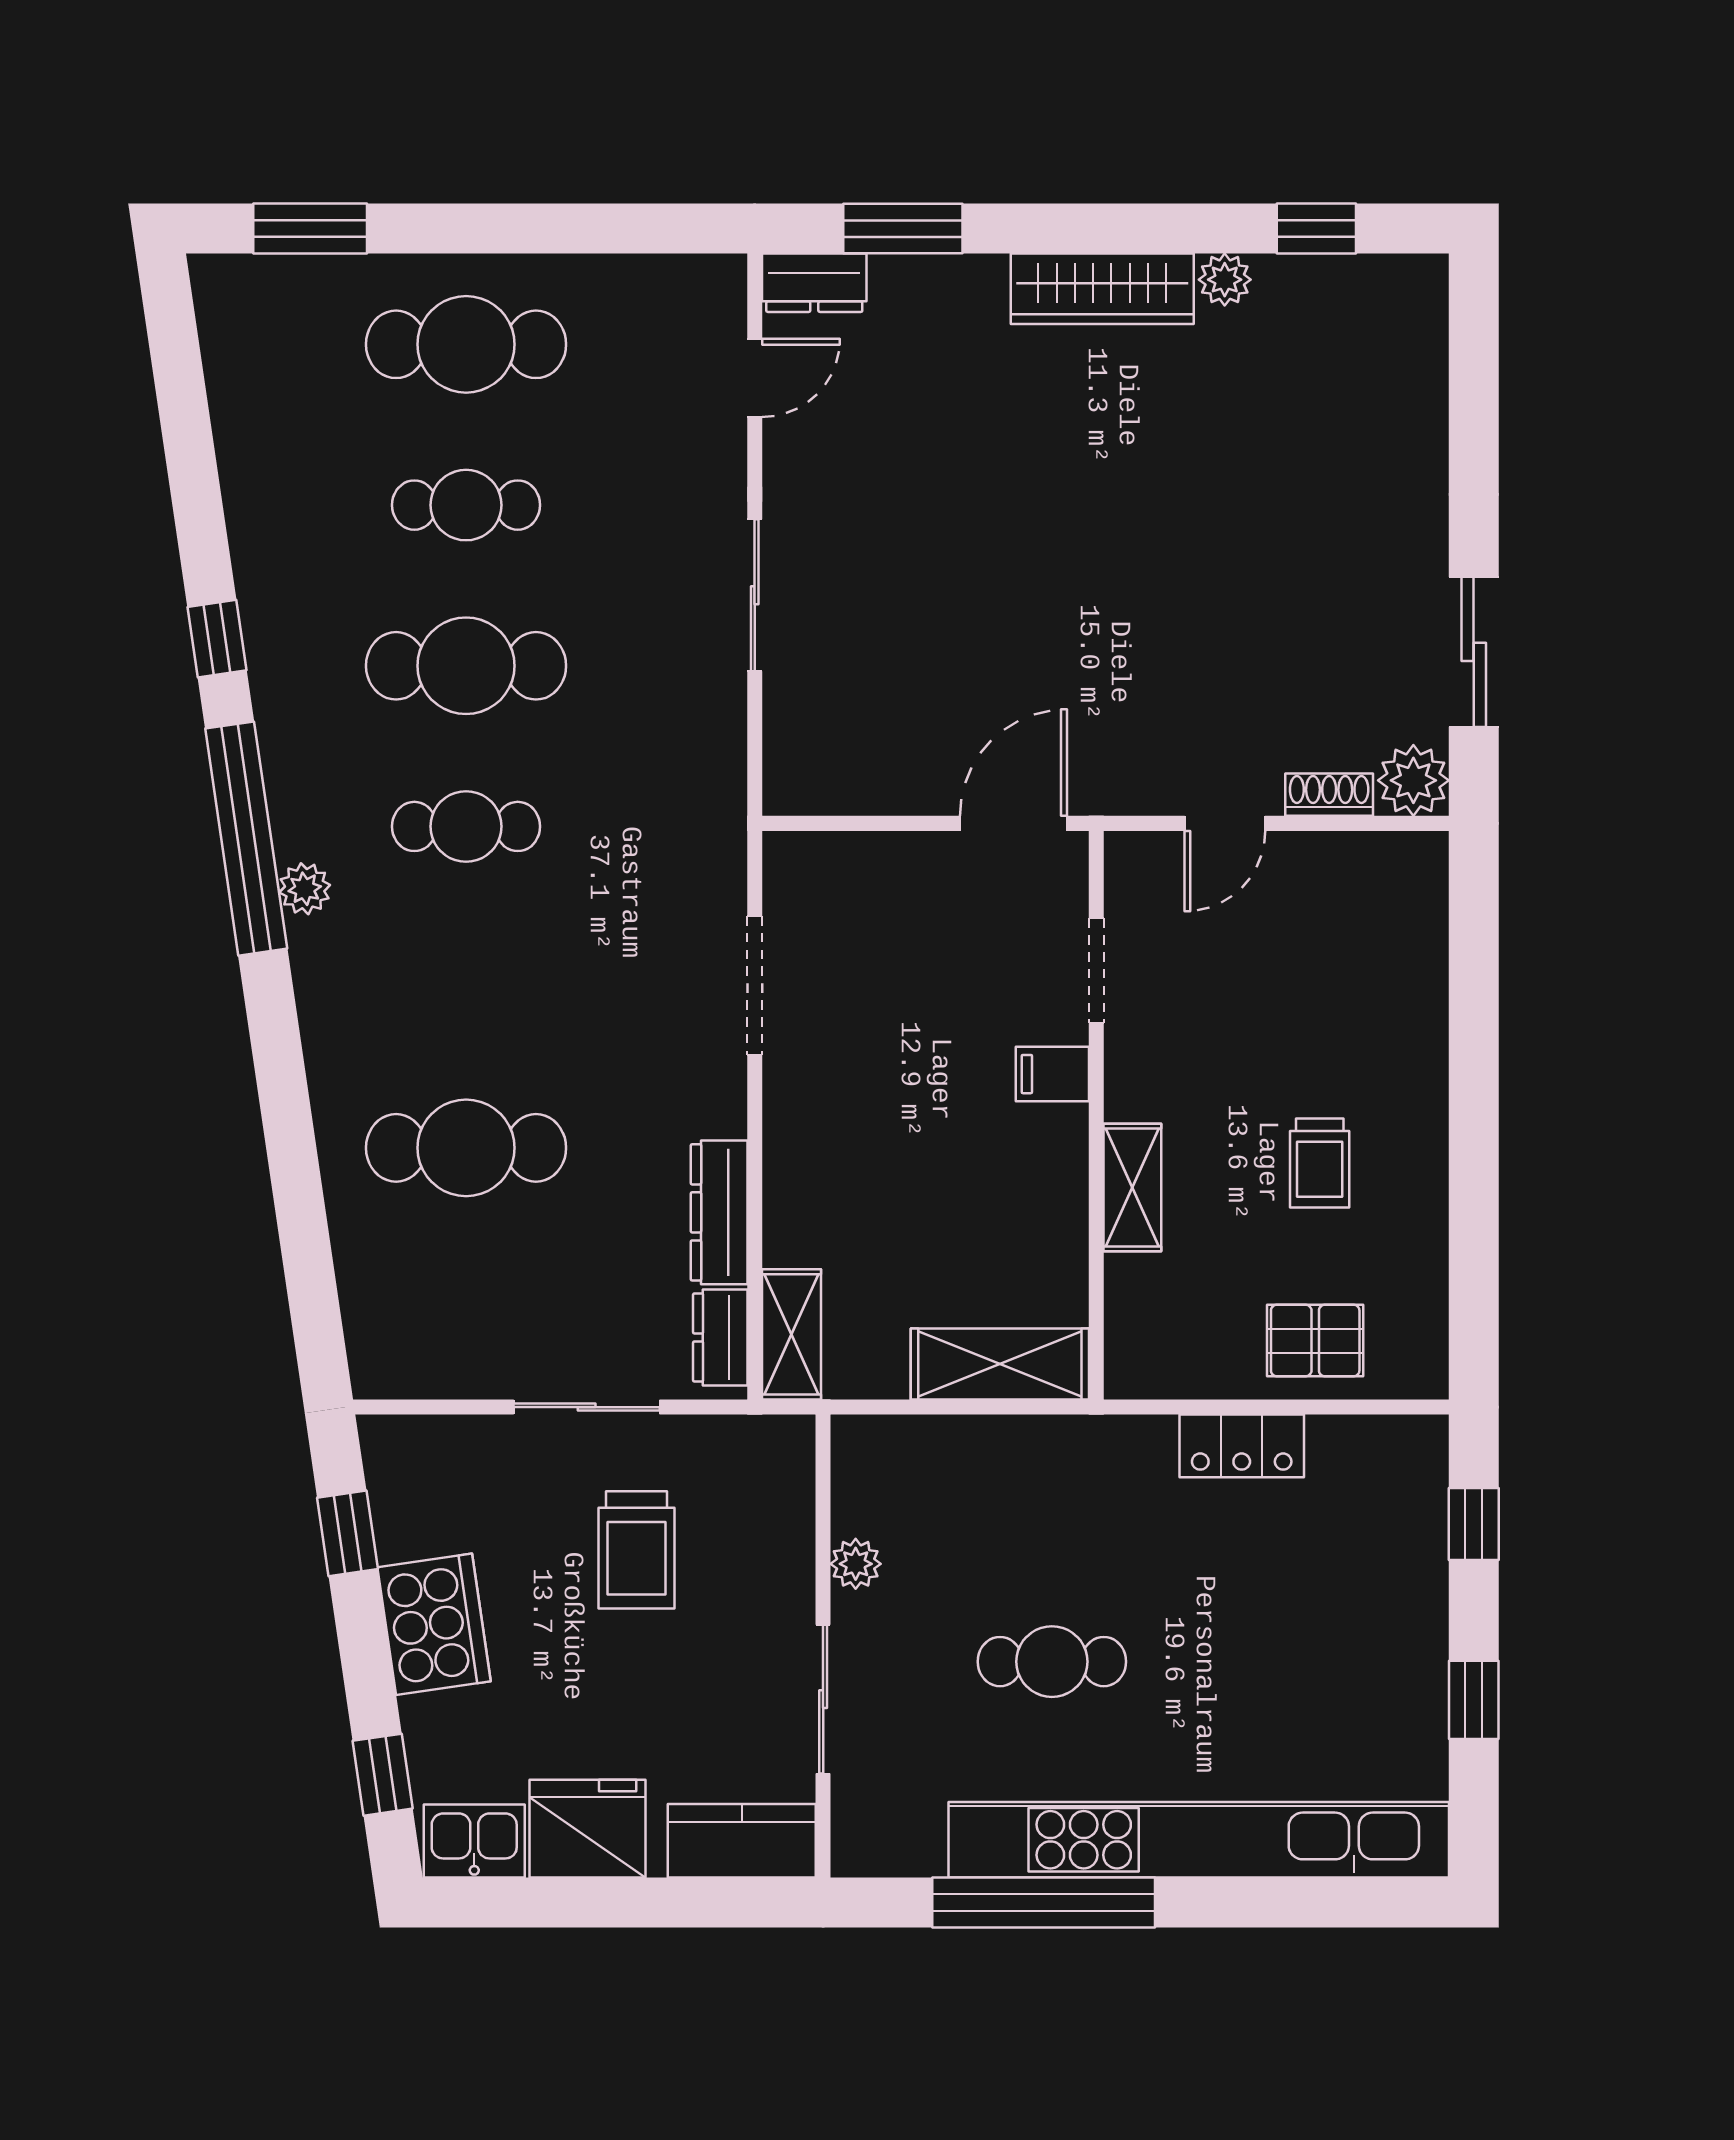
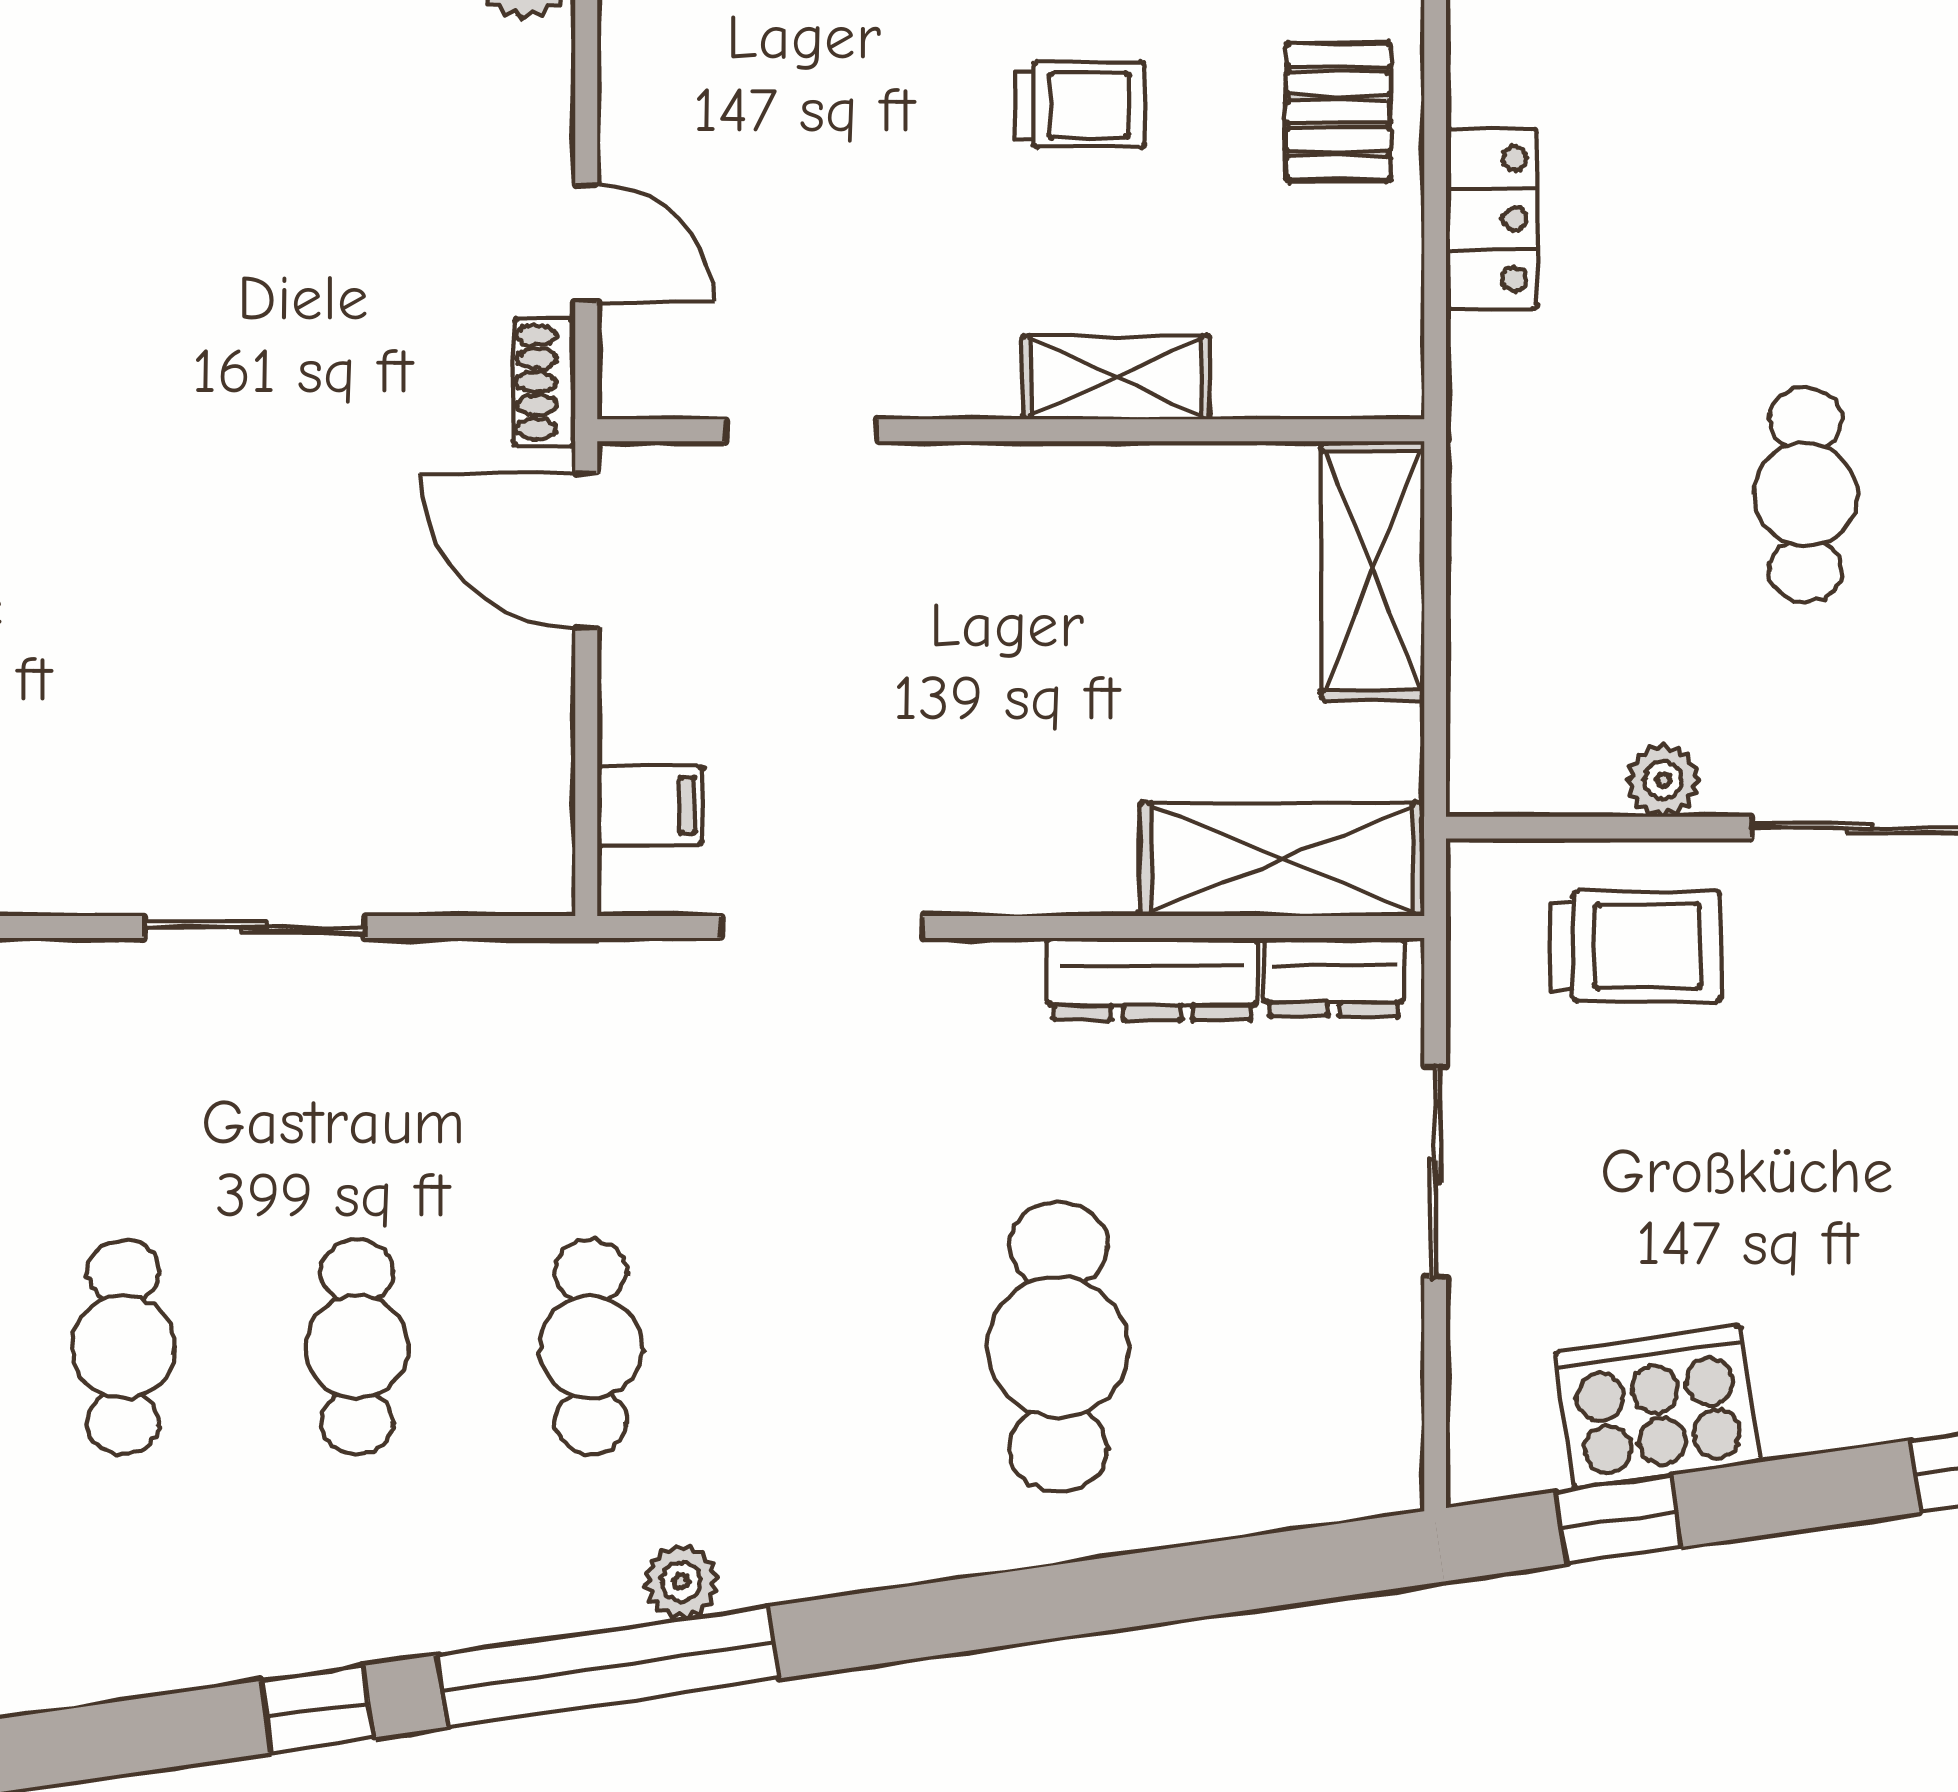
cafe table: (466, 666) -> (357, 1347), width x0.73, depth x0.74
shoe rack: (1329, 795) -> (544, 382), moved
filing cabinet: (1052, 1074) -> (650, 805), moved, turned -90
shelving: (792, 1334) -> (1282, 859), width x1.50, depth x1.33
trolley: (636, 1550) -> (1635, 946), moved
cooker: (434, 1624) -> (1657, 1407), moved

